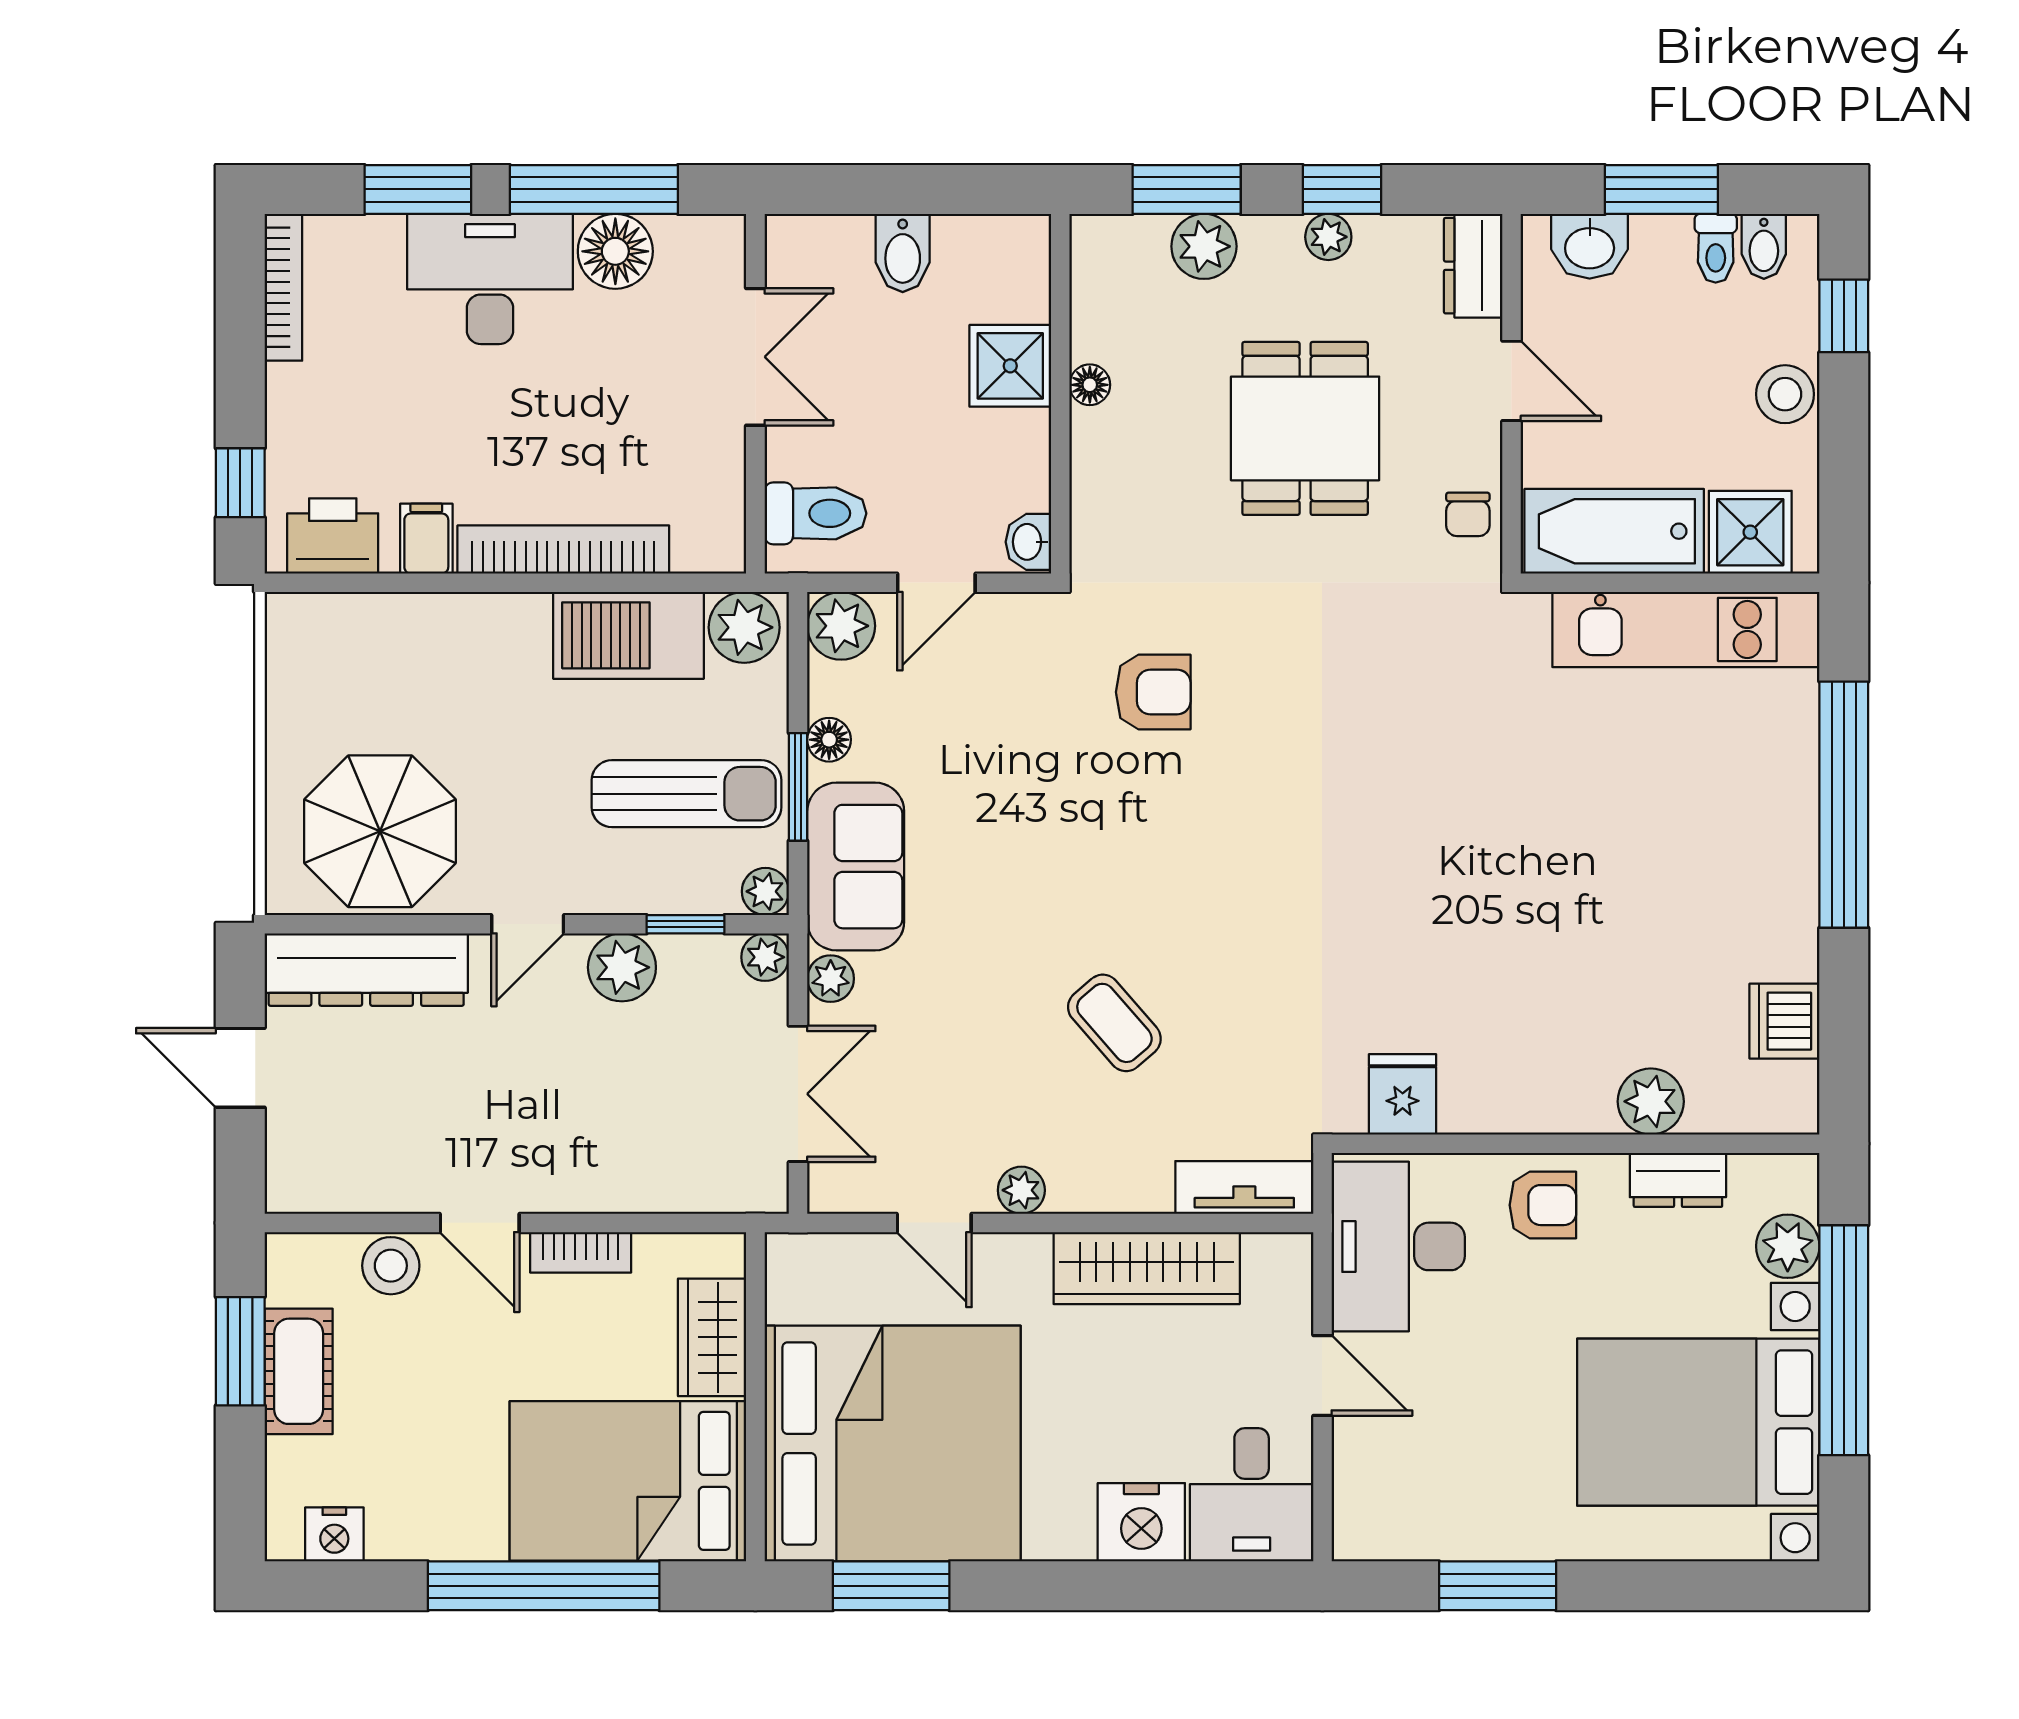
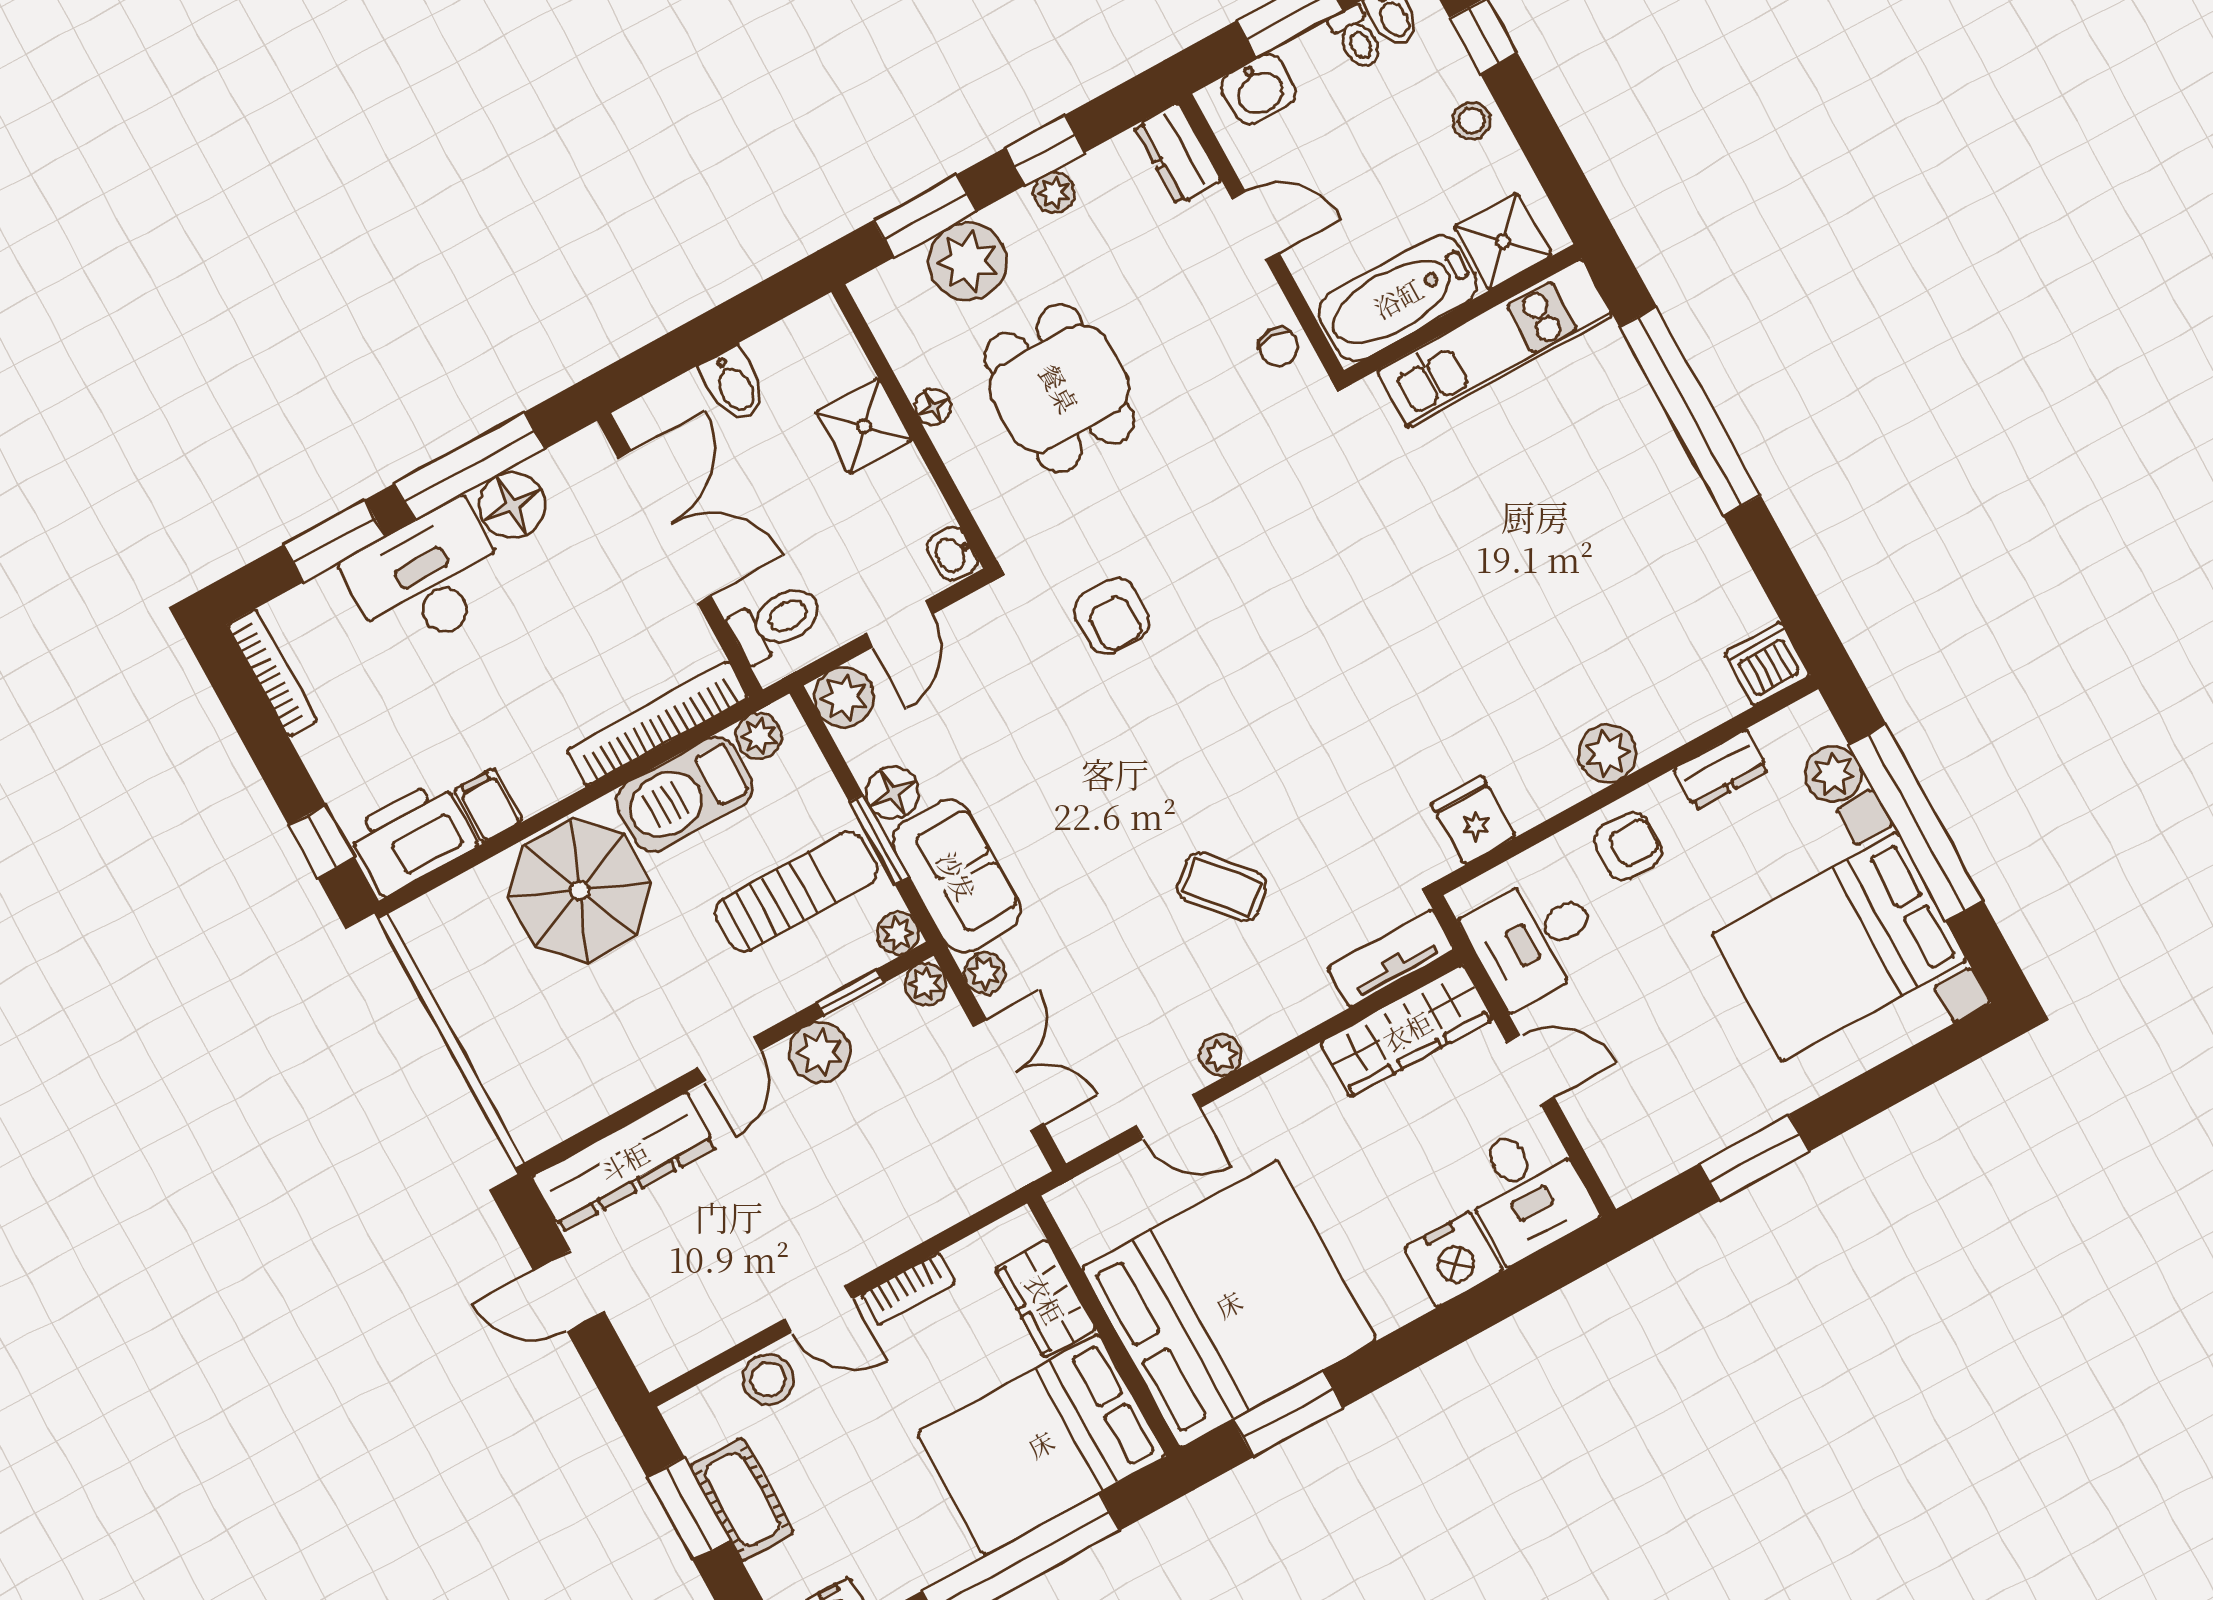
plant: (1204, 246) -> (967, 262), width x1.36, depth x1.36
double door: (755, 357) -> (664, 527), width x1.37
stool: (1785, 394) -> (1471, 121), width x0.73, depth x0.73
dining table: (1305, 428) -> (1059, 388), moved
printer: (333, 536) -> (412, 837), width x1.37, depth x1.19
bookcase: (563, 550) -> (657, 724), moved
plant: (744, 627) -> (759, 736), width x0.73, depth x0.73
armchair: (1153, 692) -> (1112, 616), turned 90
floor lamp: (829, 740) -> (892, 793), width x1.37, depth x1.37
parasol: (380, 831) -> (580, 890), moved
dishwasher: (1784, 1021) -> (1767, 664), moved, turned 90
plant: (1651, 1101) -> (1608, 753), moved
desk: (1398, 1246) -> (1534, 939), width x0.73
wardrobe: (1147, 1268) -> (1407, 1031), moved

